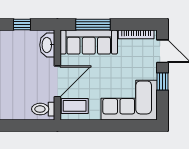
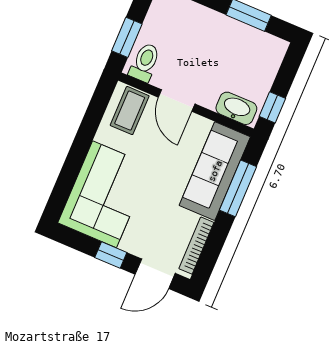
window: (22, 24) -> (272, 107), moved
door: (57, 81) -> (177, 101), width x0.73
window: (33, 125) -> (127, 37), added

